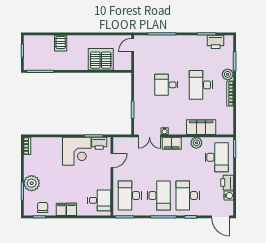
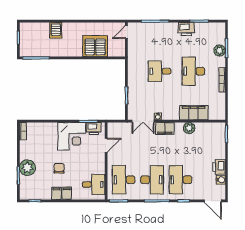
printer: (216, 42) -> (186, 29), moved
plant: (228, 74) -> (220, 50), moved
desk: (217, 157) -> (209, 142), removed
chair: (43, 207) -> (59, 168), moved

